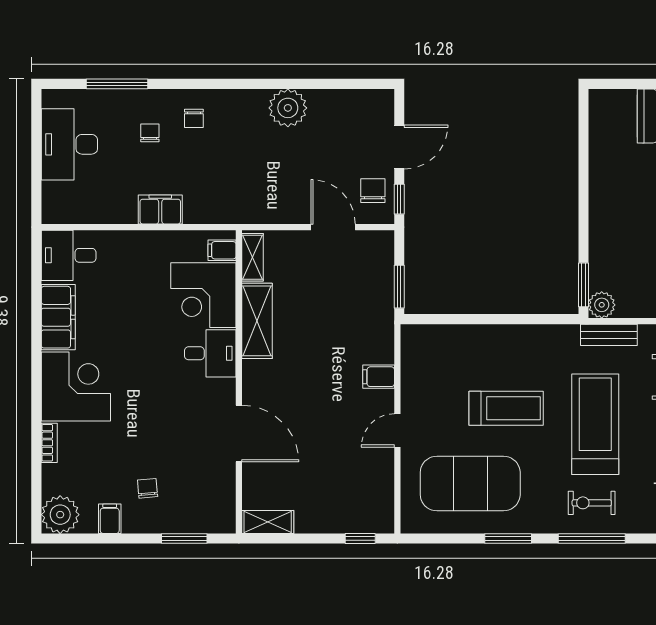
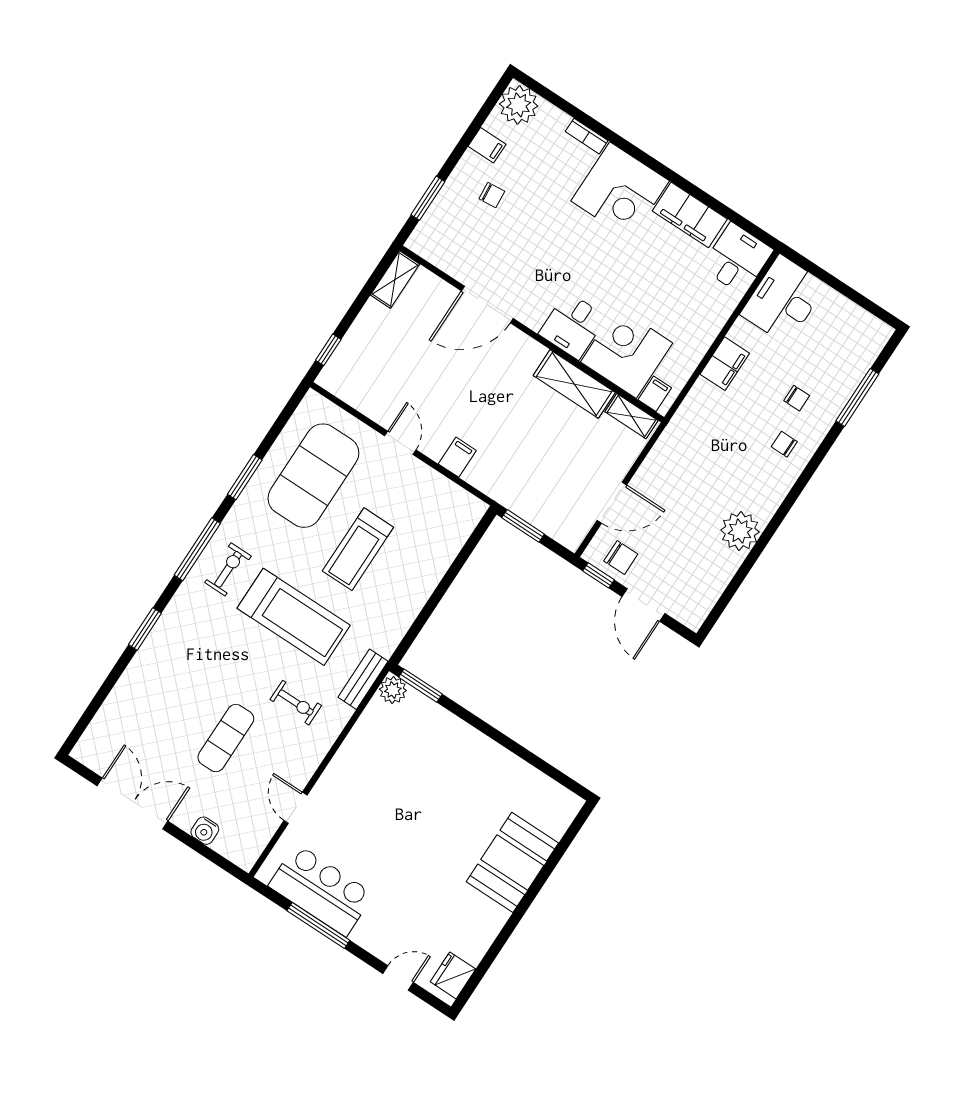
desk: (69, 144) -> (783, 300), moved, turned -90

